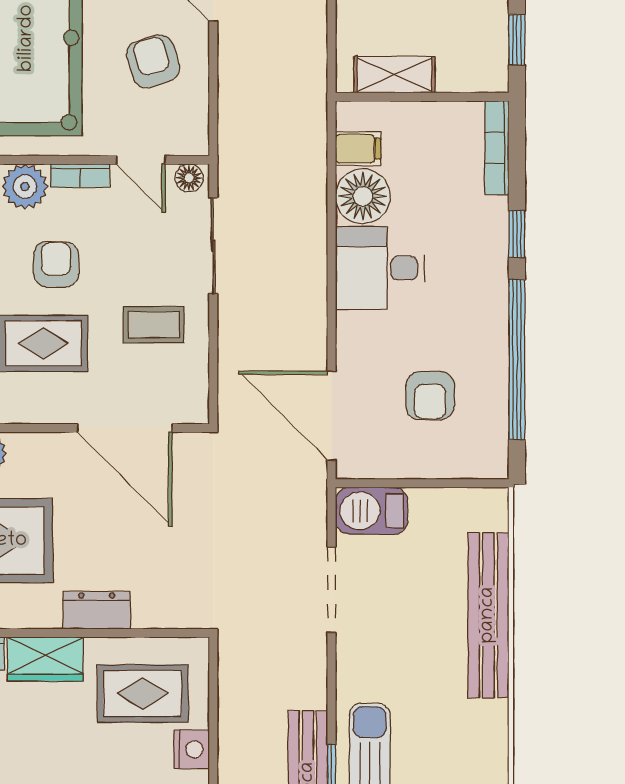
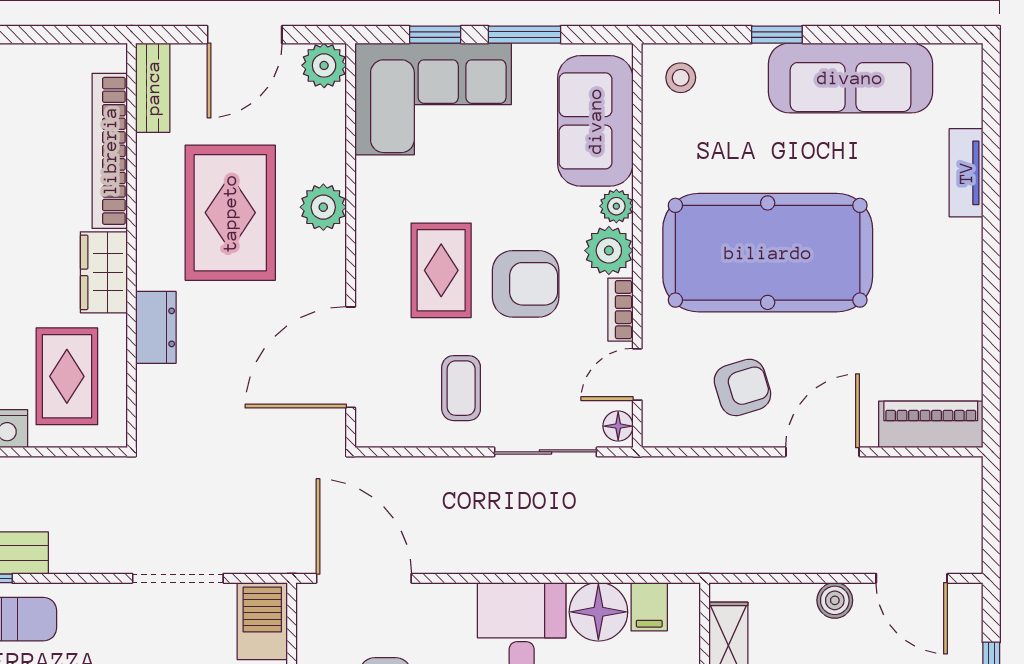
armchair: (56, 264) -> (526, 284), width x1.38, depth x1.38
door: (332, 416) -> (364, 578), hinge flipped

